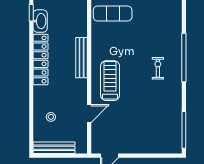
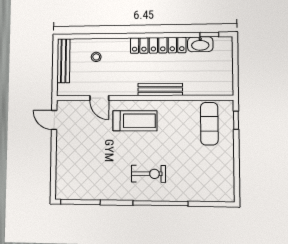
exercise bike: (158, 68) -> (148, 174), width x1.38, depth x1.39

